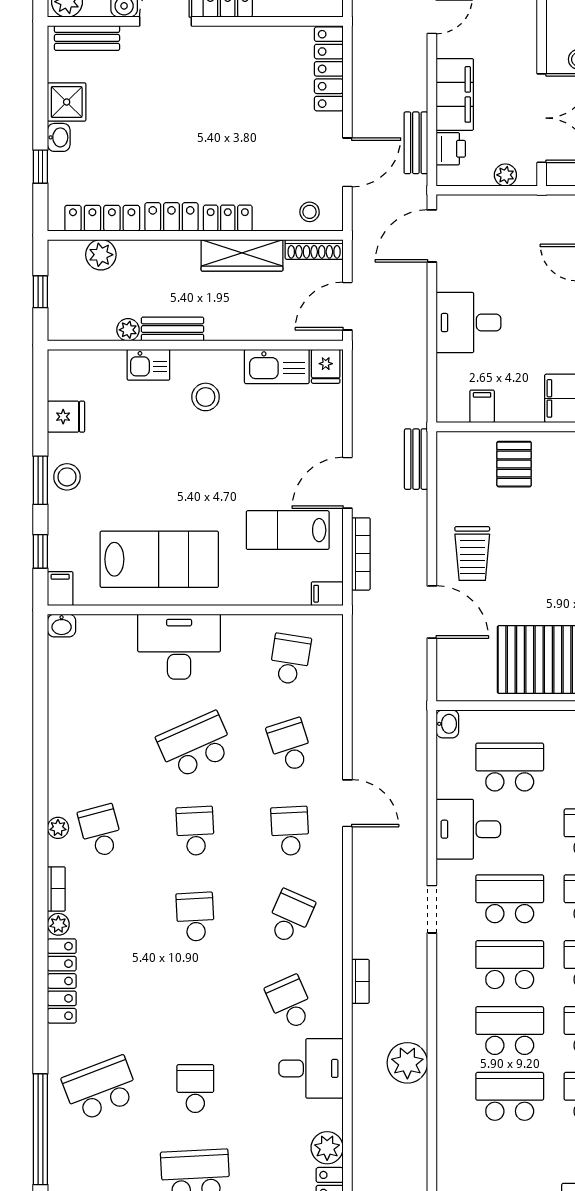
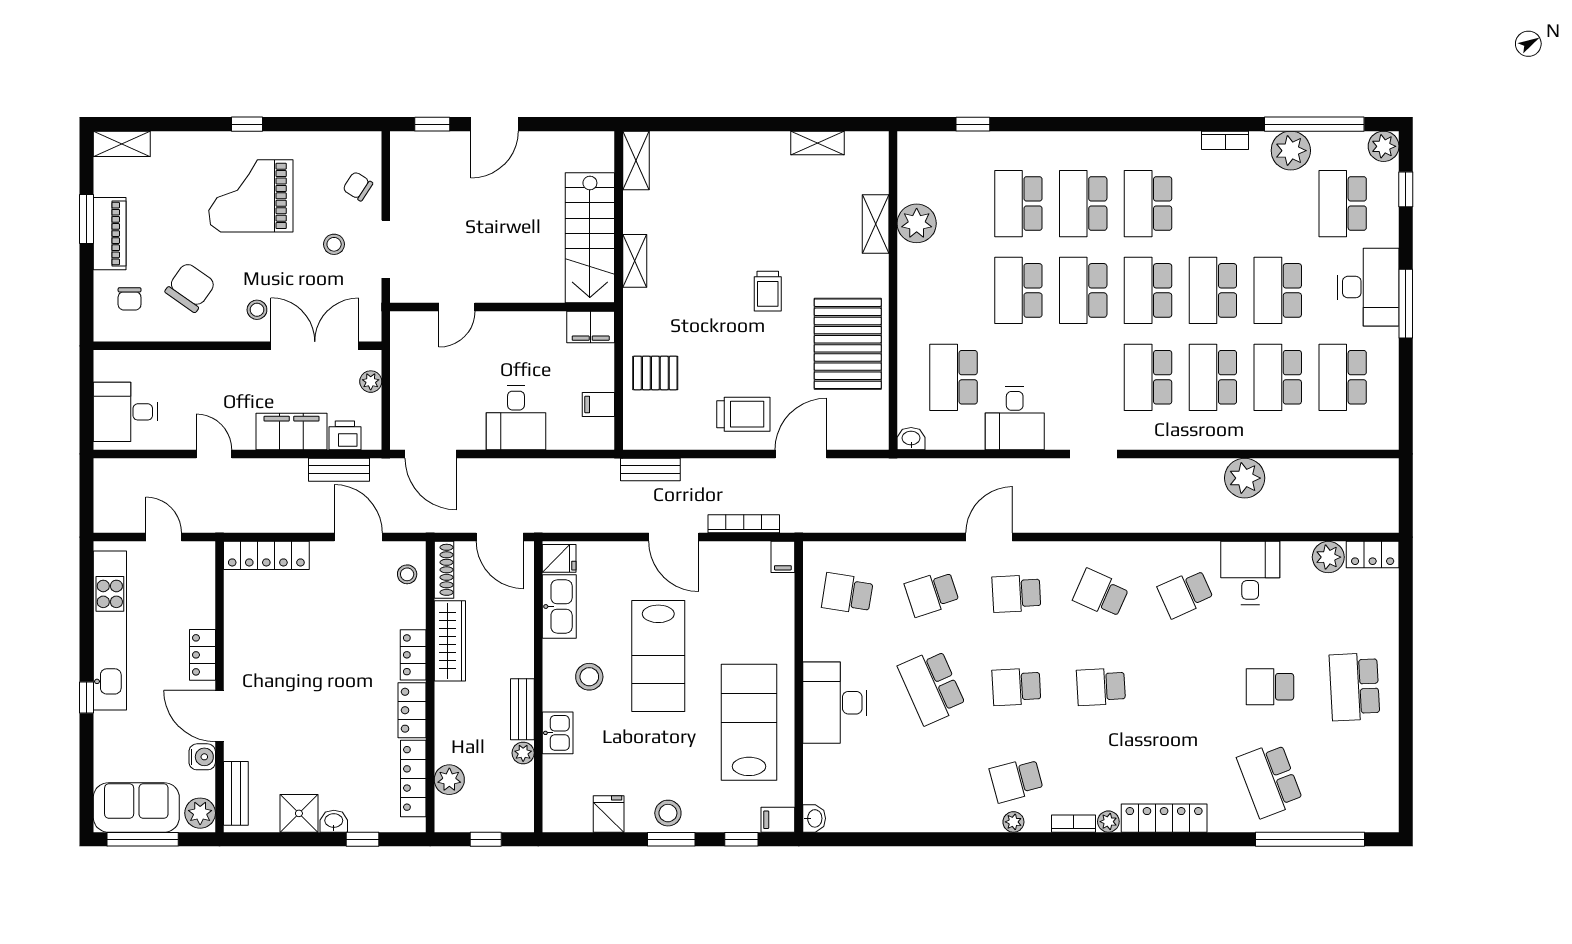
lab bench: (288, 530) -> (658, 656), moved, width x1.36, depth x1.39
school desk: (510, 899) -> (1343, 377), moved
bookcase: (360, 981) -> (1165, 524), removed

